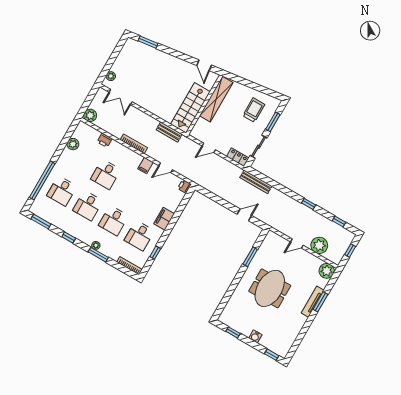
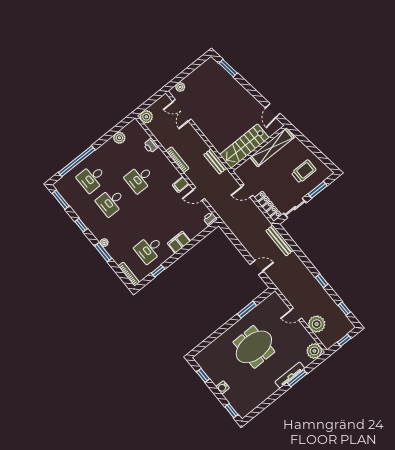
locker: (238, 157) -> (268, 206), width x1.53
desk: (114, 221) -> (130, 225), removed

